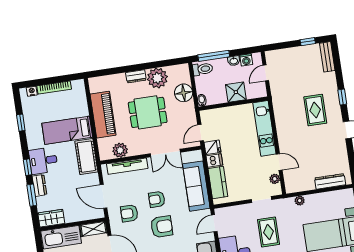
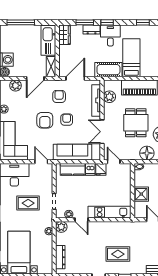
door: (279, 162) -> (81, 220), hinge flipped
plant: (292, 186) -> (61, 227), added

